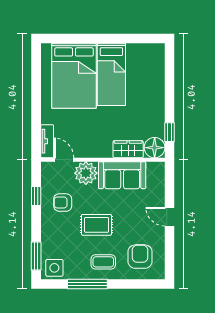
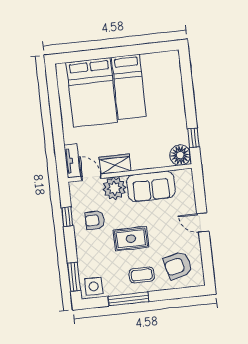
wardrobe: (128, 149) -> (115, 164), moved
armchair: (140, 257) -> (178, 266), turned -104

